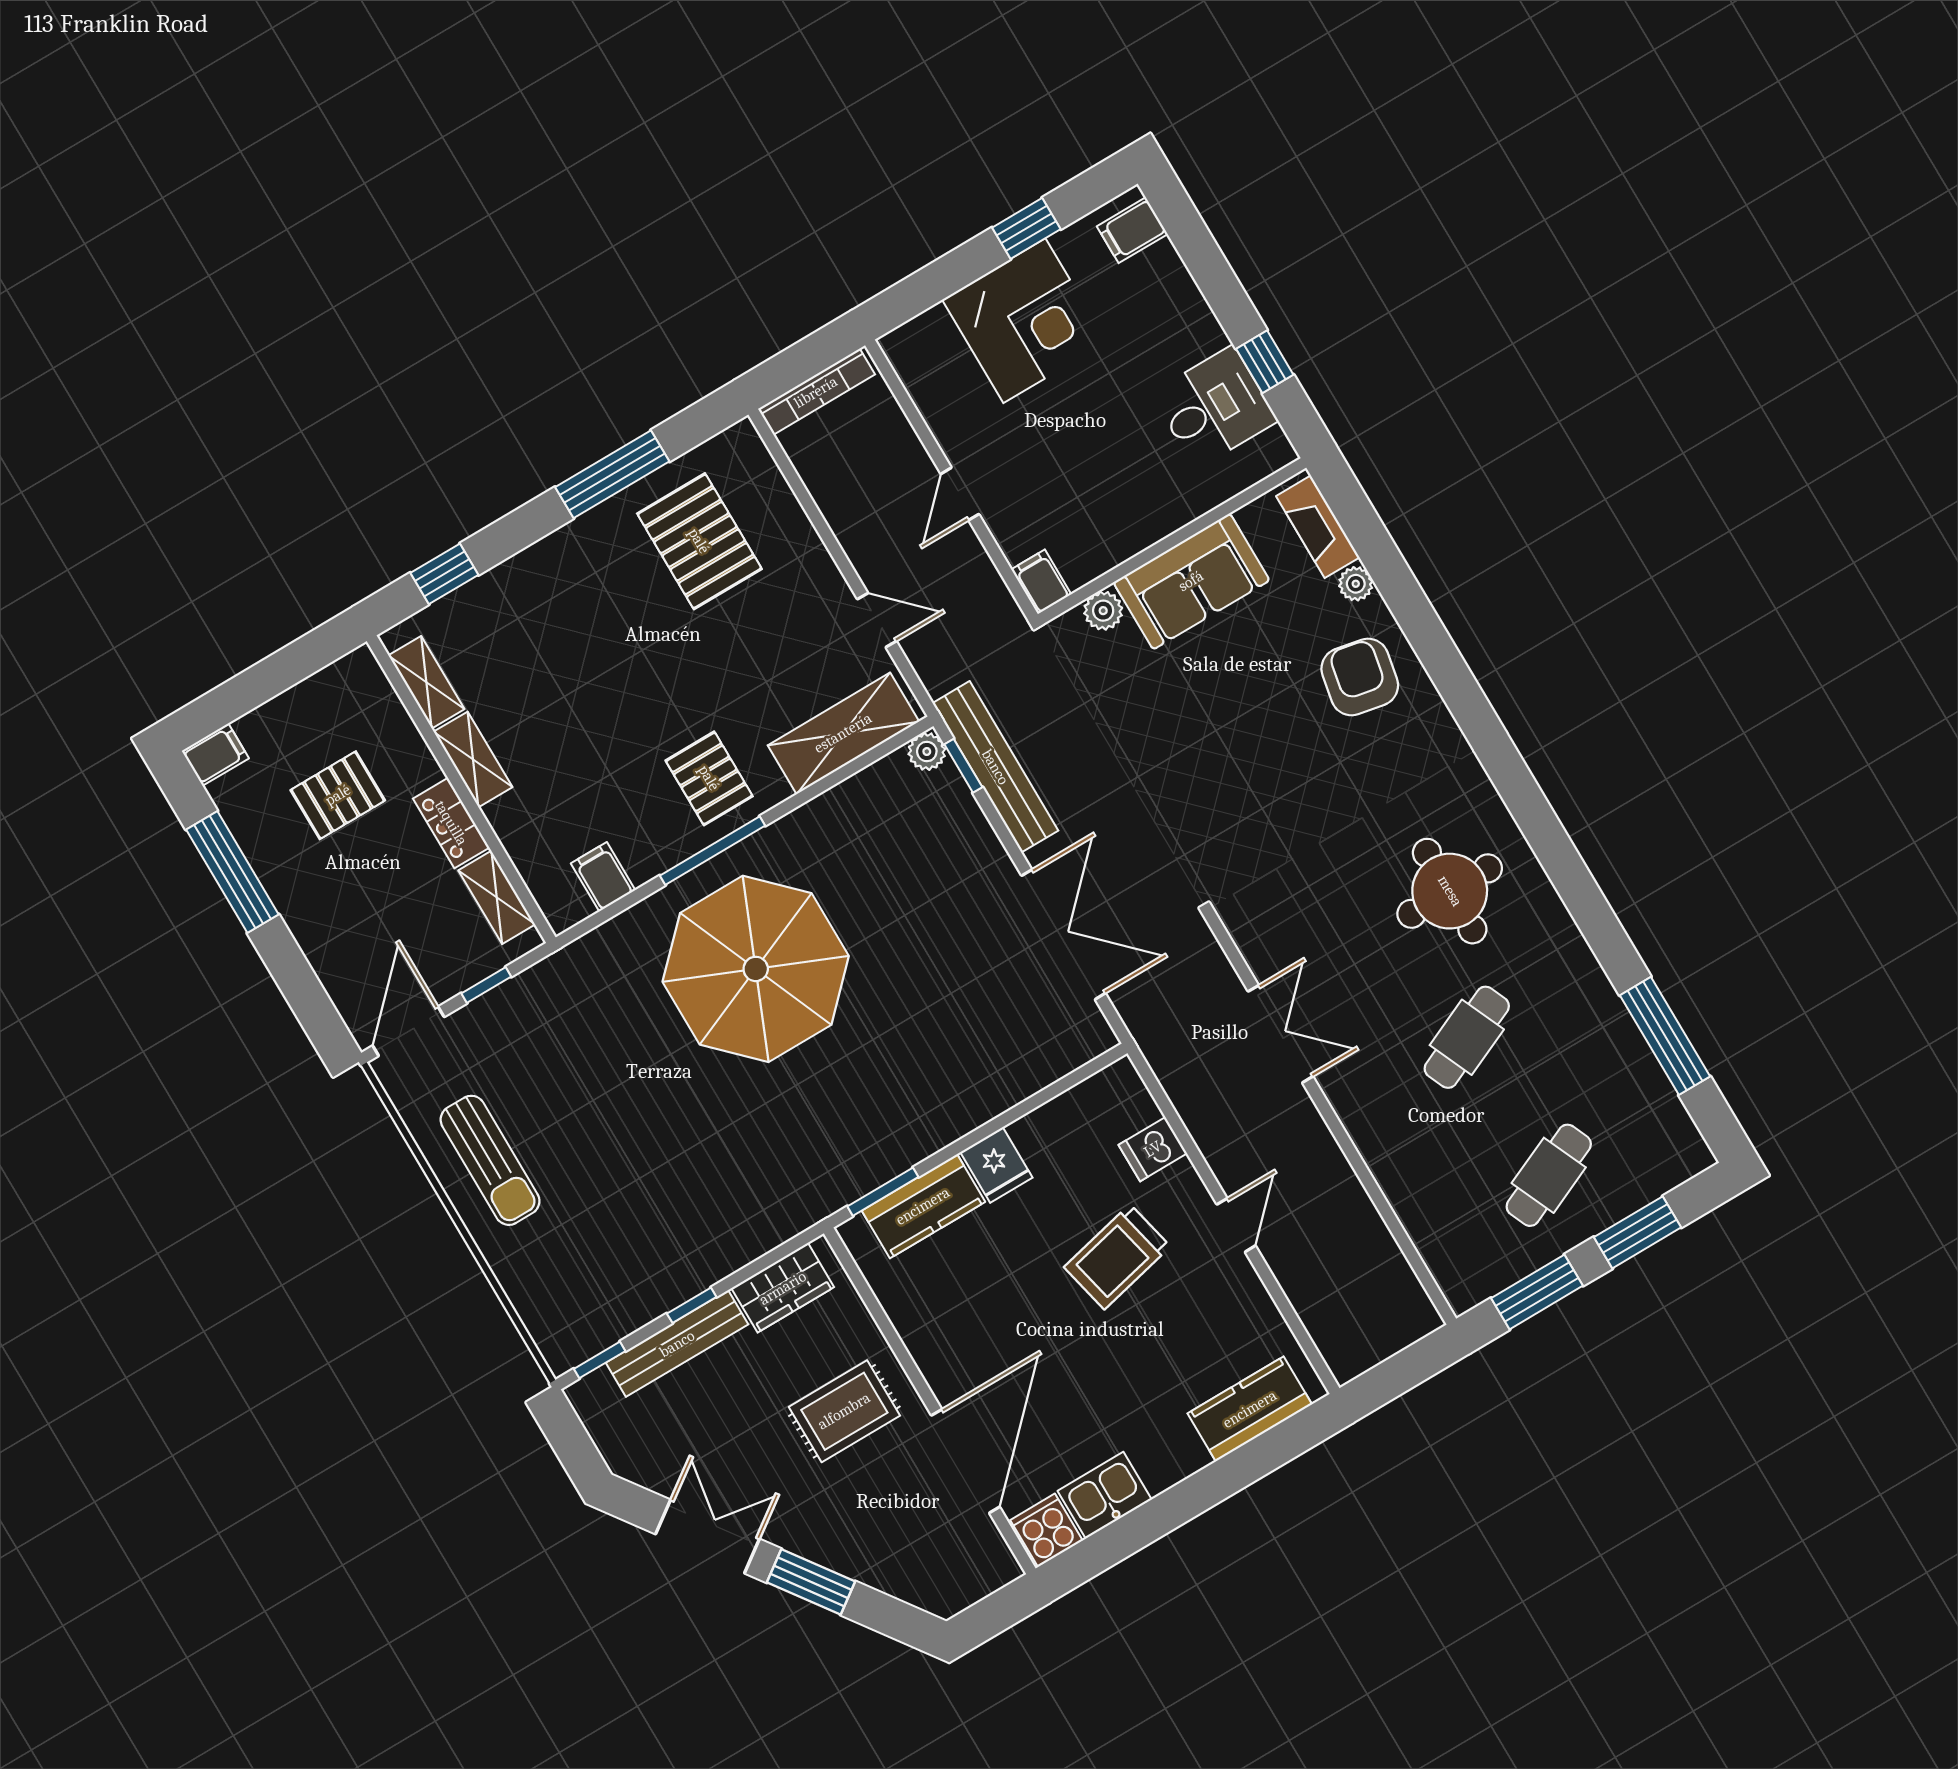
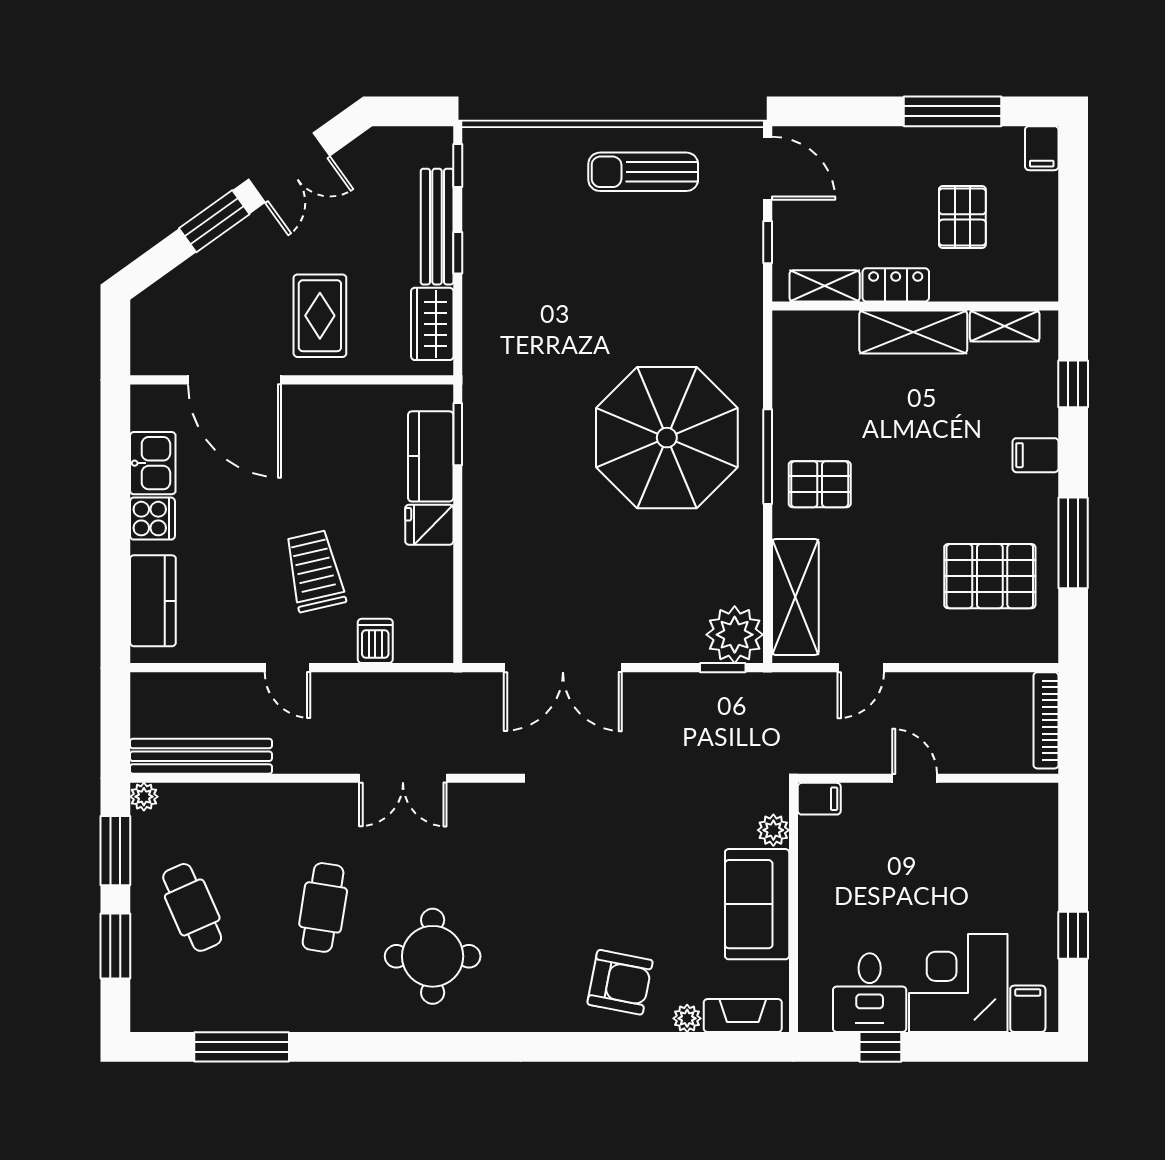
corner desk: (1024, 321) -> (958, 983), moved, turned 90
plant: (927, 751) -> (735, 635), width x1.88, depth x1.88
shelving: (473, 759) -> (913, 332), width x1.50, depth x1.33
bench: (995, 767) -> (201, 756), moved
filing cabinet: (603, 877) -> (1036, 455), moved, turned 180
cafe table: (1467, 1037) -> (323, 907), turned 33
plant: (1462, 1296) -> (144, 797), added
cooker: (1046, 1530) -> (152, 519), moved

